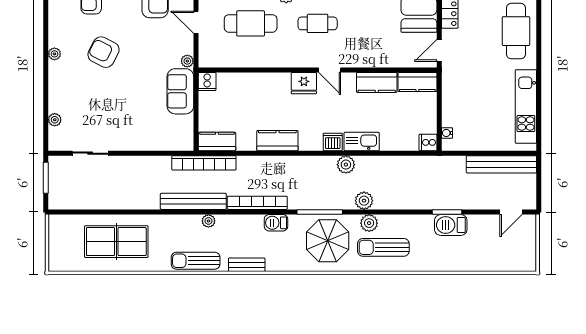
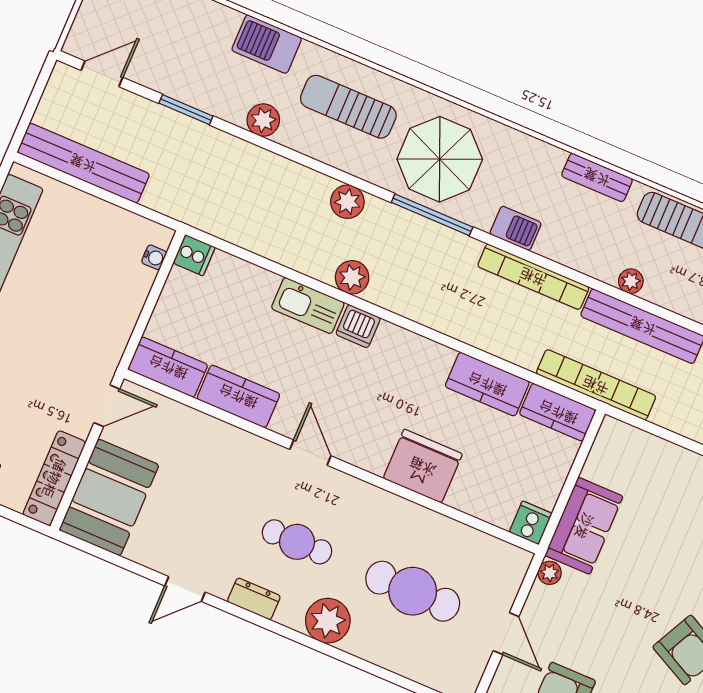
fridge: (304, 83) -> (423, 466), moved, width x1.36, depth x1.34
kitchen counter: (277, 141) -> (487, 384), moved
window: (447, 212) -> (186, 110), moved
plant: (369, 223) -> (263, 120), moved
barbecue: (451, 225) -> (267, 44), moved, turned 180
sun lounger: (383, 247) -> (348, 107), turned 180

